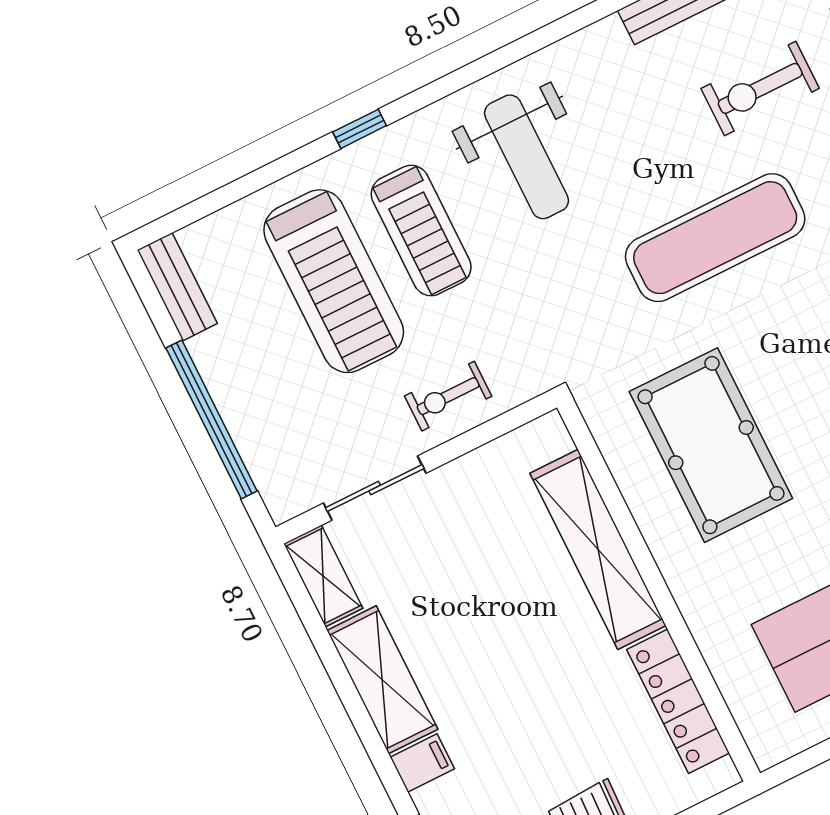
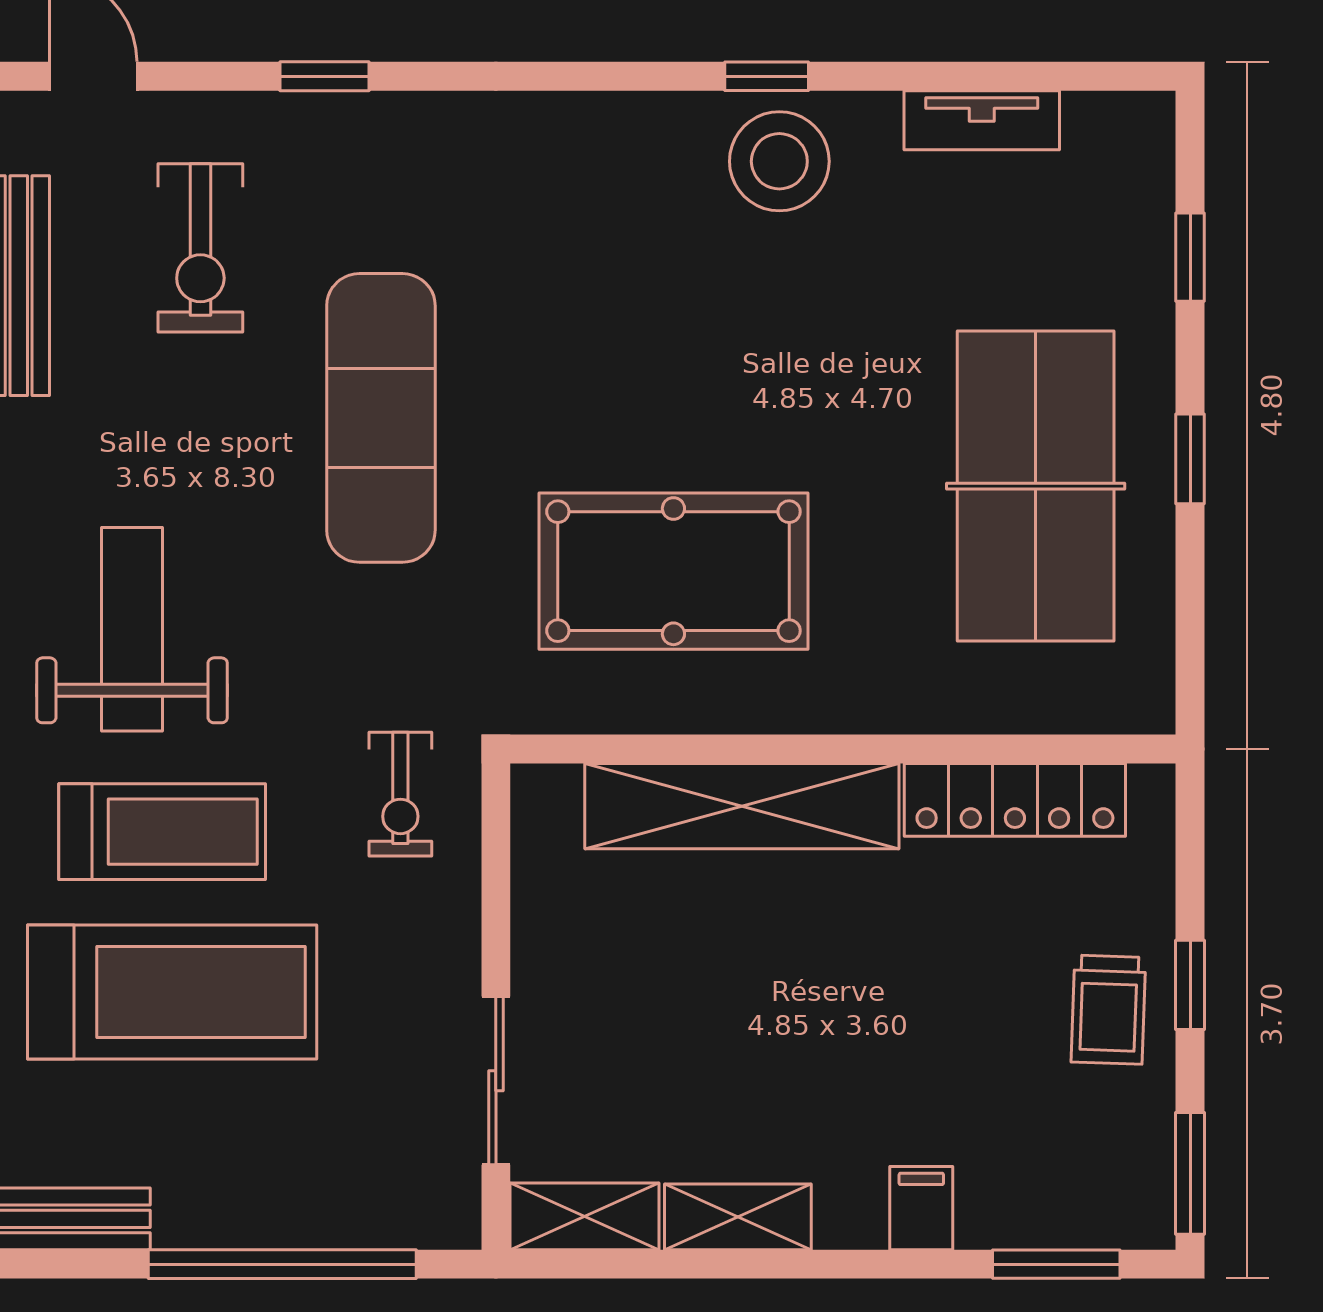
weight bench: (527, 157) -> (132, 629), turned -90
exercise bike: (448, 396) -> (400, 794), moved
shelving: (382, 680) -> (738, 1217), width x0.67, depth x0.75

